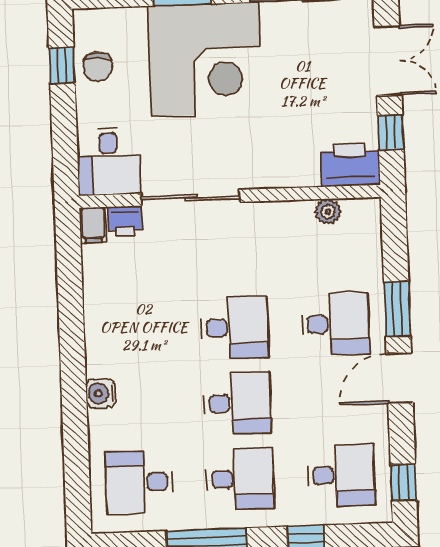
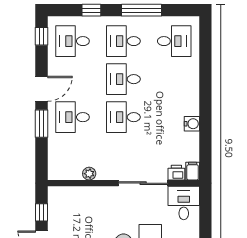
printer: (350, 165) -> (62, 197), removed
plant: (328, 212) -> (89, 174), moved
water cooler: (101, 393) -> (192, 124), moved

